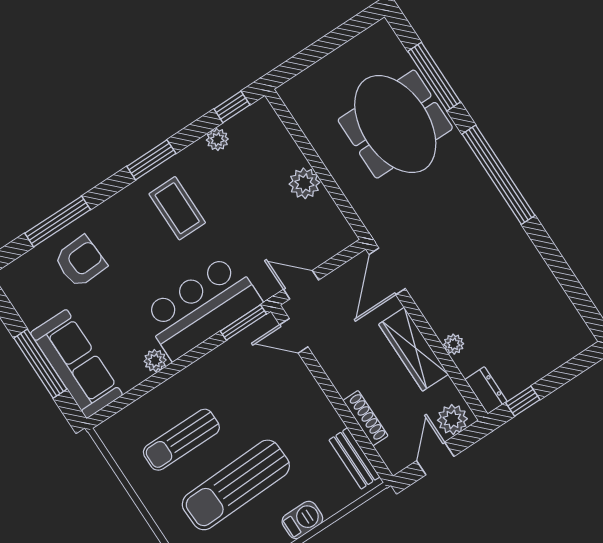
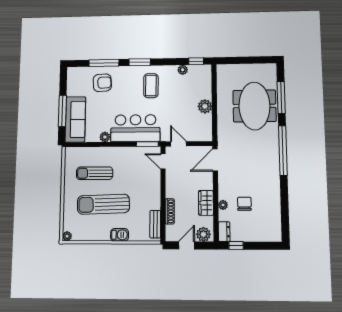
window: (151, 160) -> (140, 62), moved
chair: (490, 317) -> (244, 204), added
wardrobe: (413, 349) -> (206, 203), width x0.67

